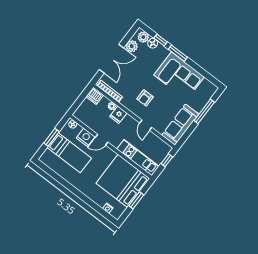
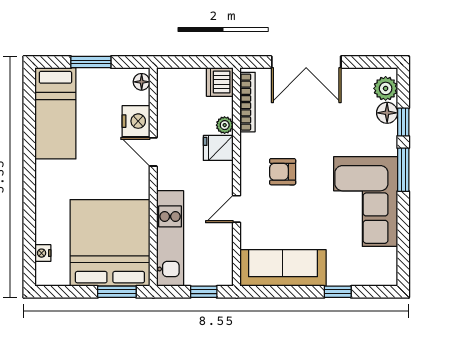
plant: (132, 46) -> (355, 81), removed
window: (204, 111) -> (338, 292), width x0.46
bed: (69, 153) -> (55, 113), moved
window: (136, 200) -> (117, 292), moved

